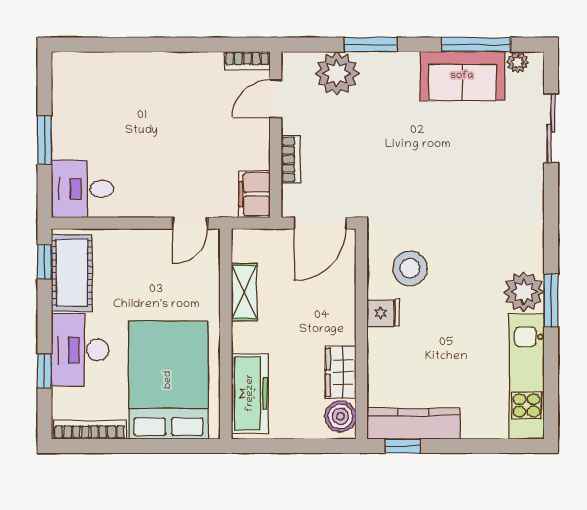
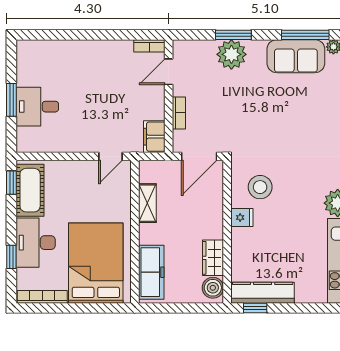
plant: (337, 73) -> (231, 54), moved
desk: (82, 189) -> (37, 107), moved

